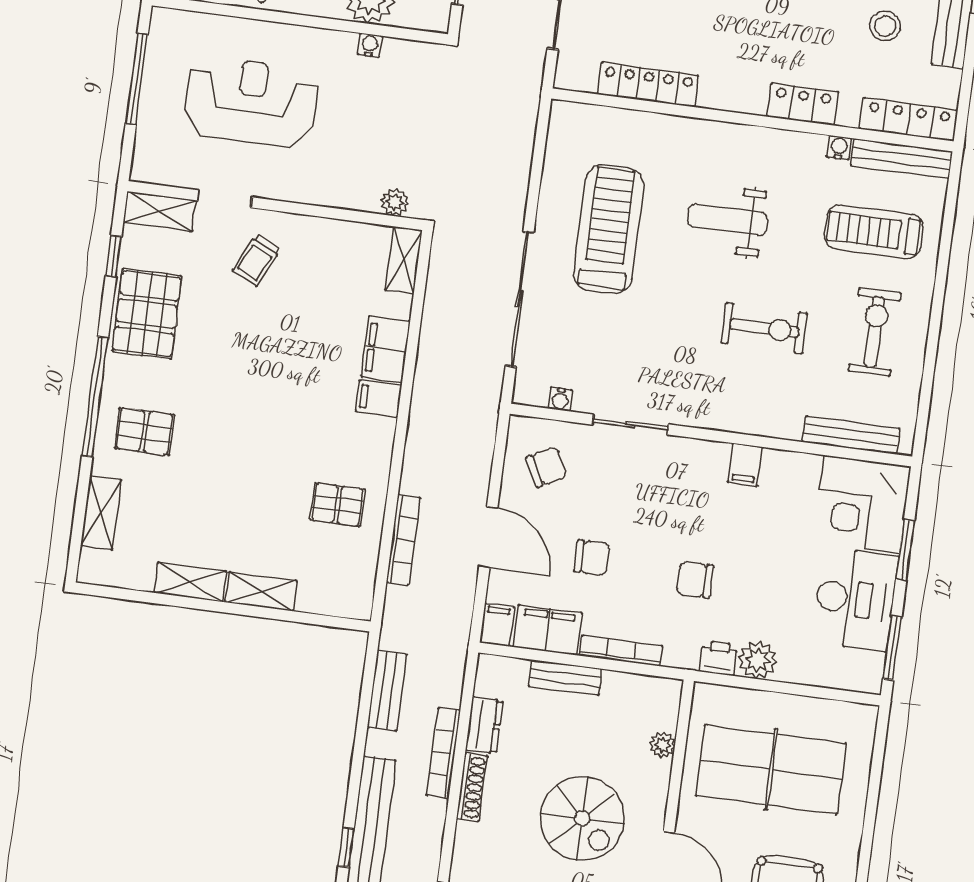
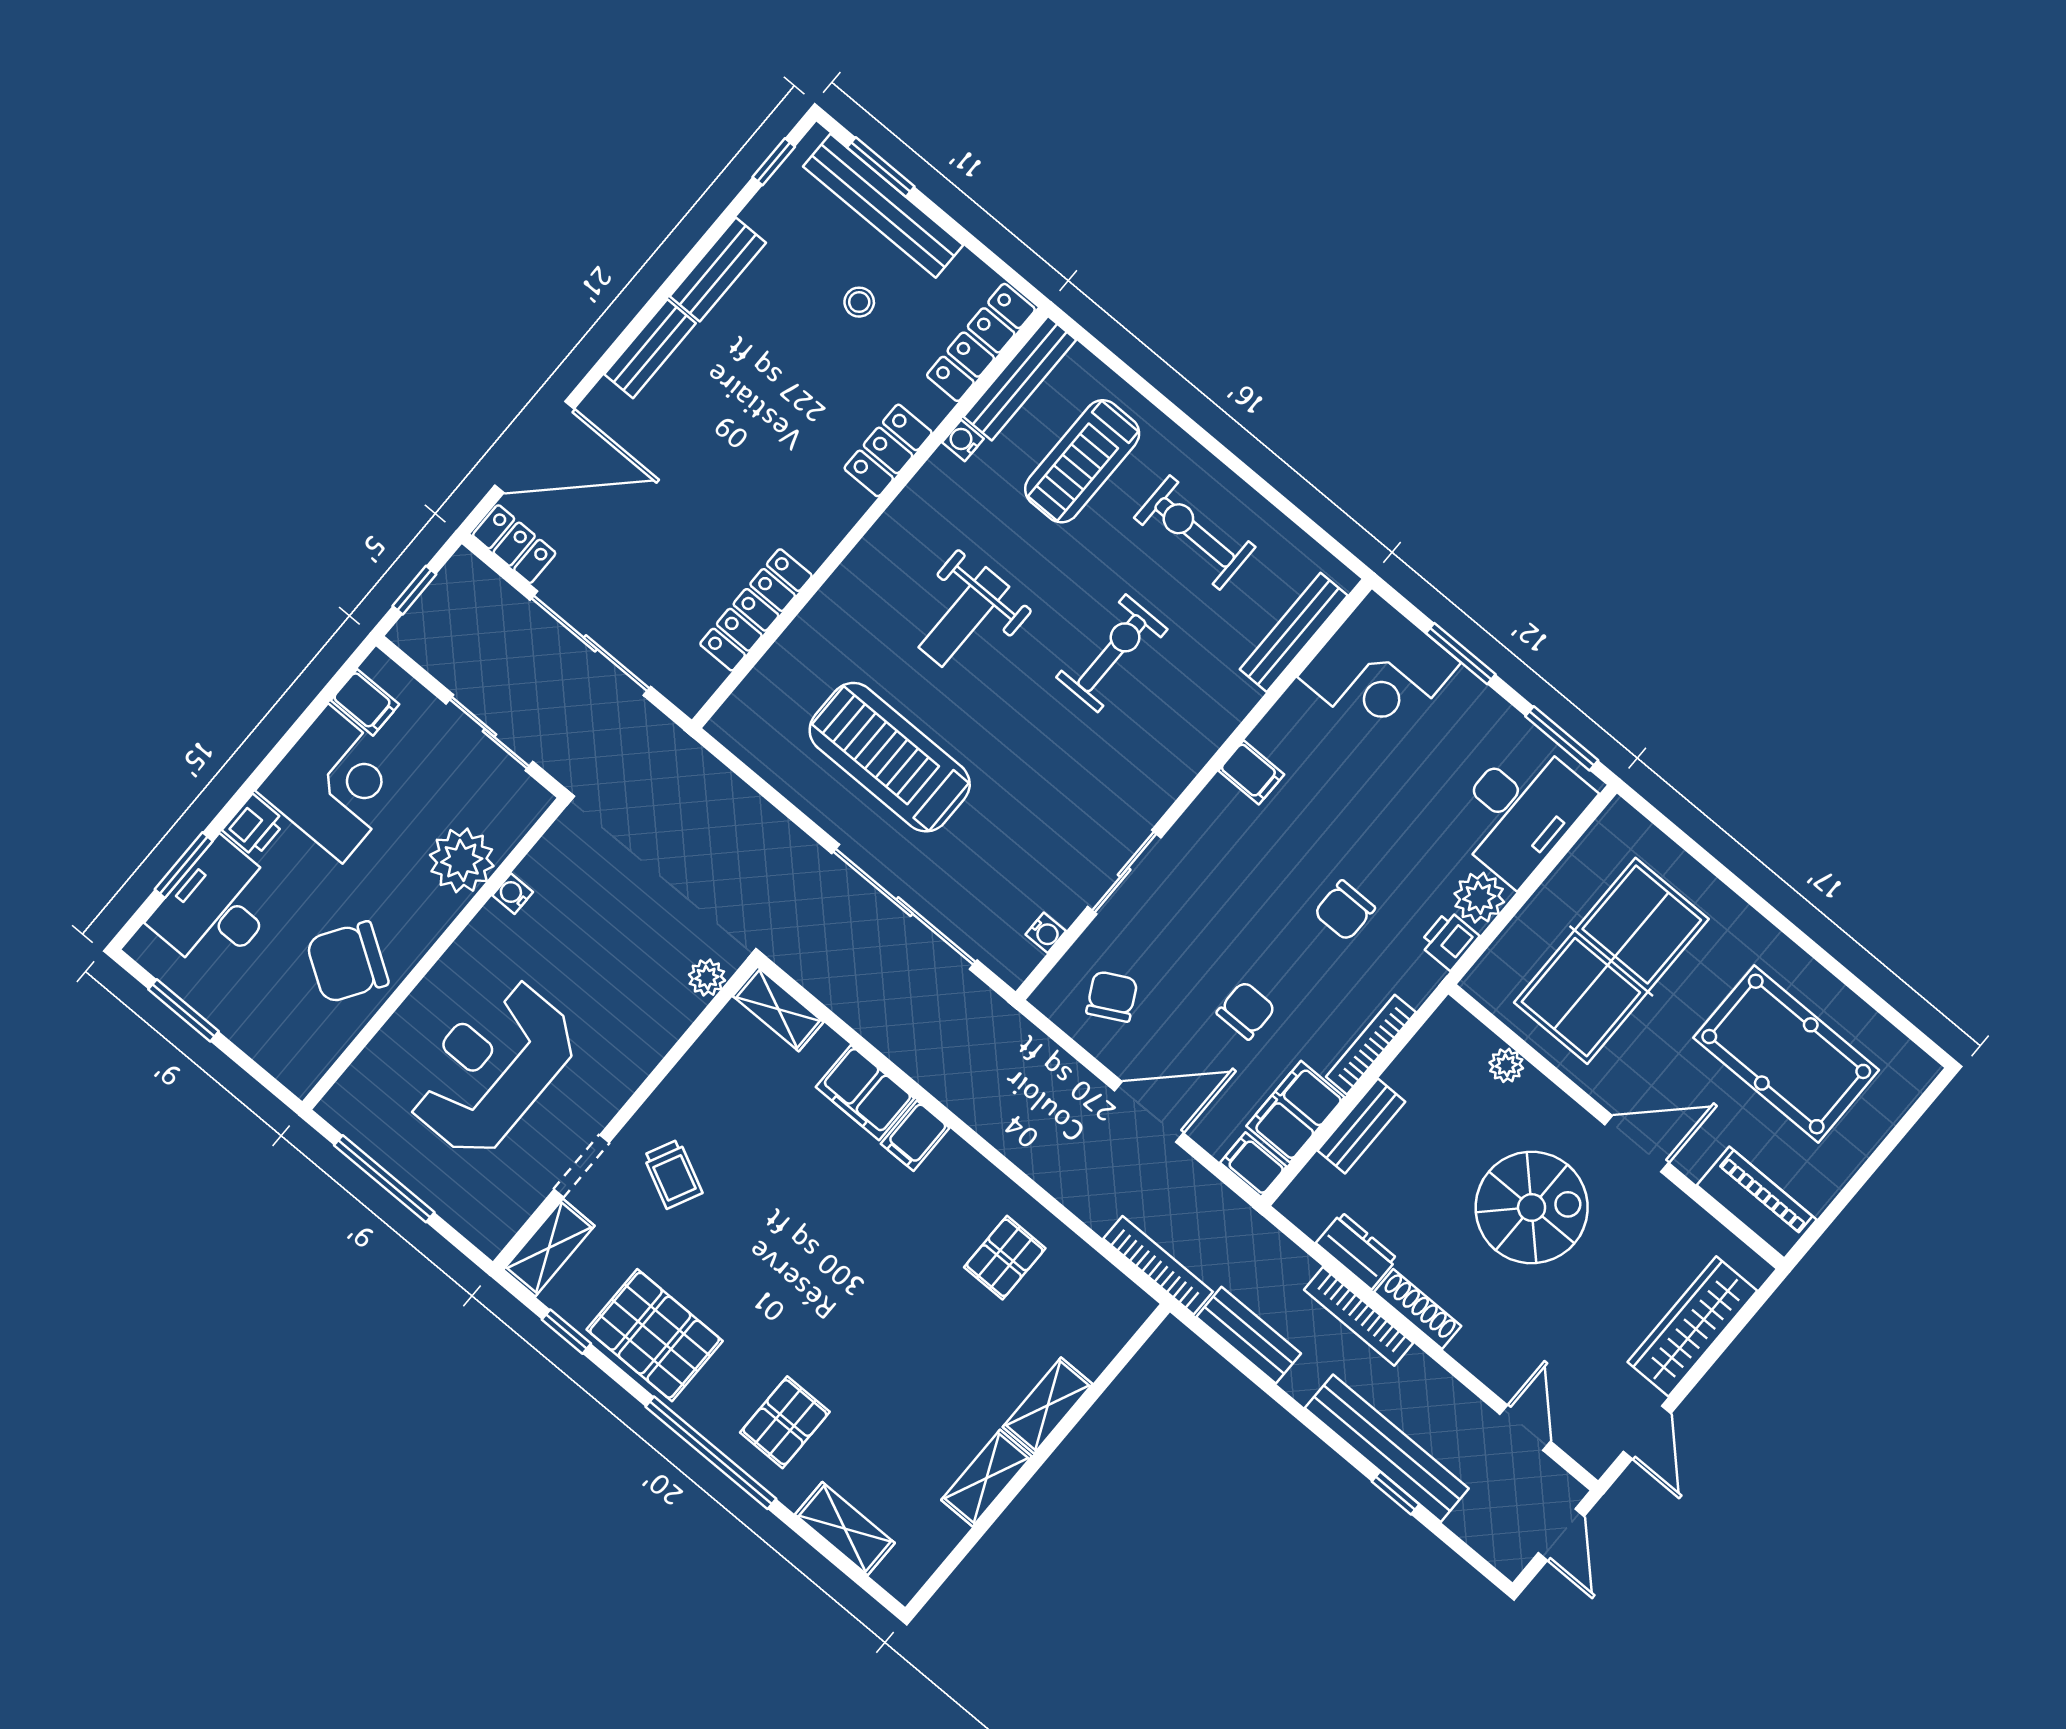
stool: (885, 26) -> (859, 302), width x0.73, depth x0.73
bookcase: (403, 540) -> (1158, 1265), moved
desk: (855, 599) -> (1520, 810), moved, turned 90

